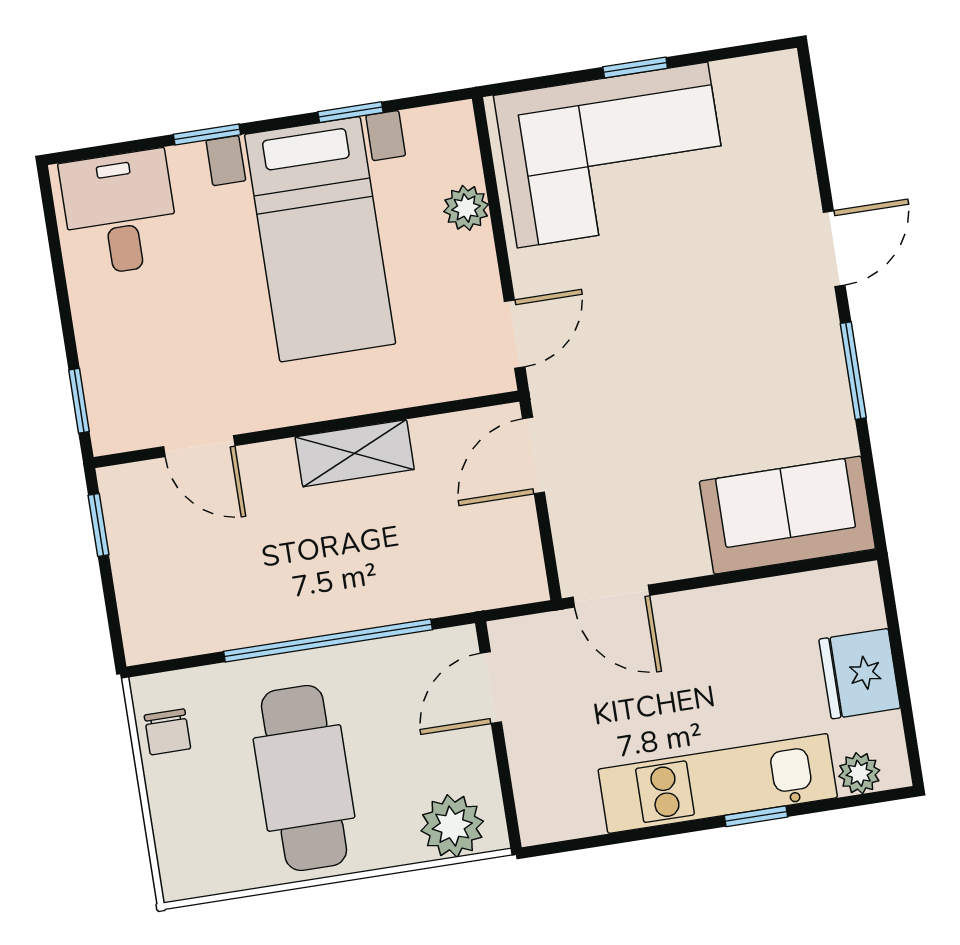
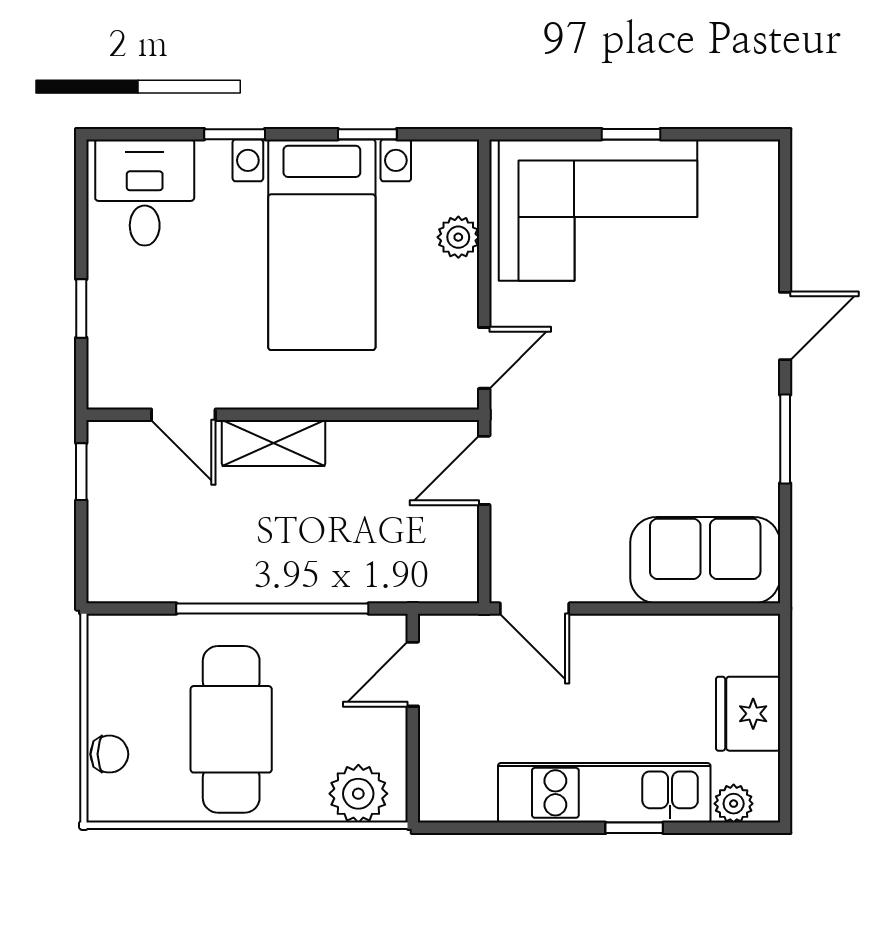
window: (79, 401) -> (81, 308), moved
shelving: (355, 453) -> (274, 443), moved
chair: (167, 732) -> (109, 754), moved, turned -90

